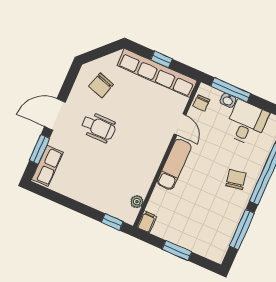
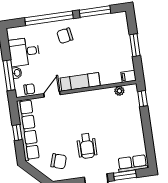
wheelchair: (98, 127) -> (87, 146), turned 180

